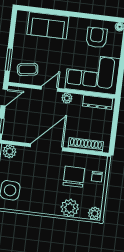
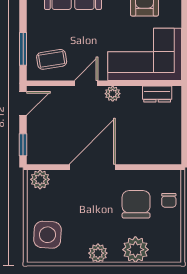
dresser: (98, 102) -> (157, 94), width x0.70
shoe rack: (86, 145) -> (147, 157), removed
plant: (95, 213) -> (98, 253), moved

